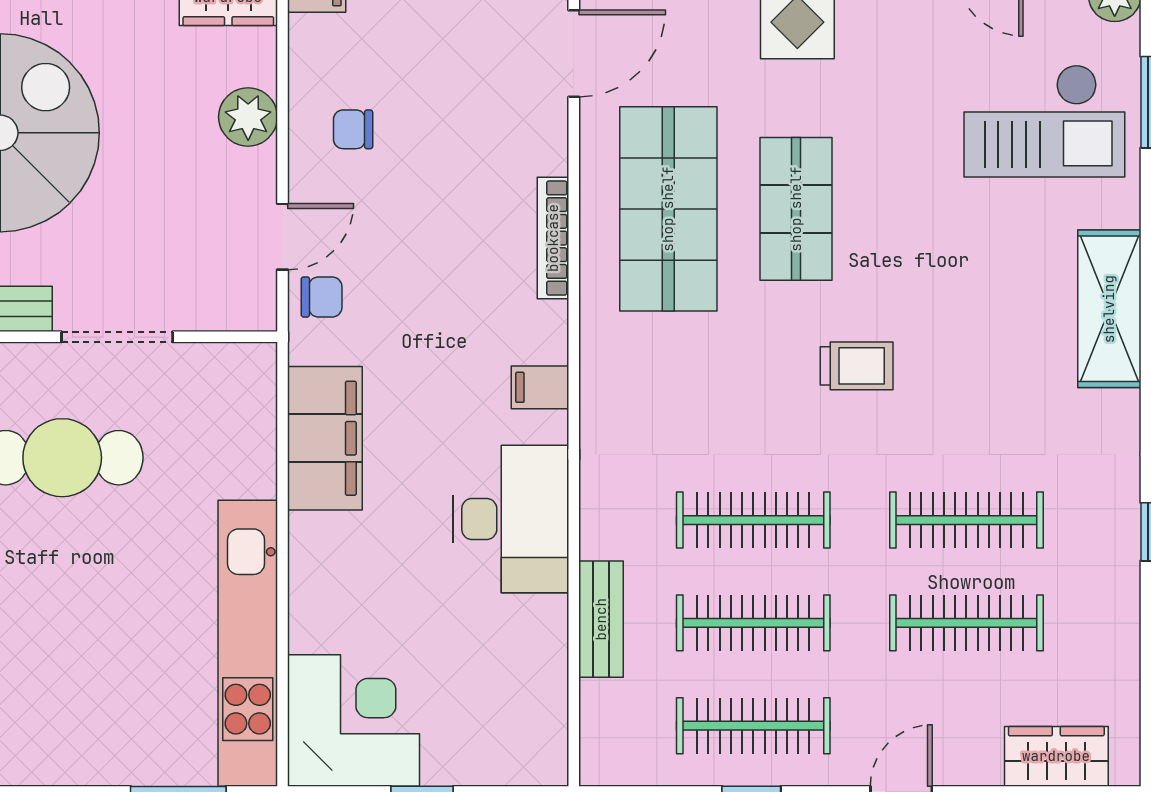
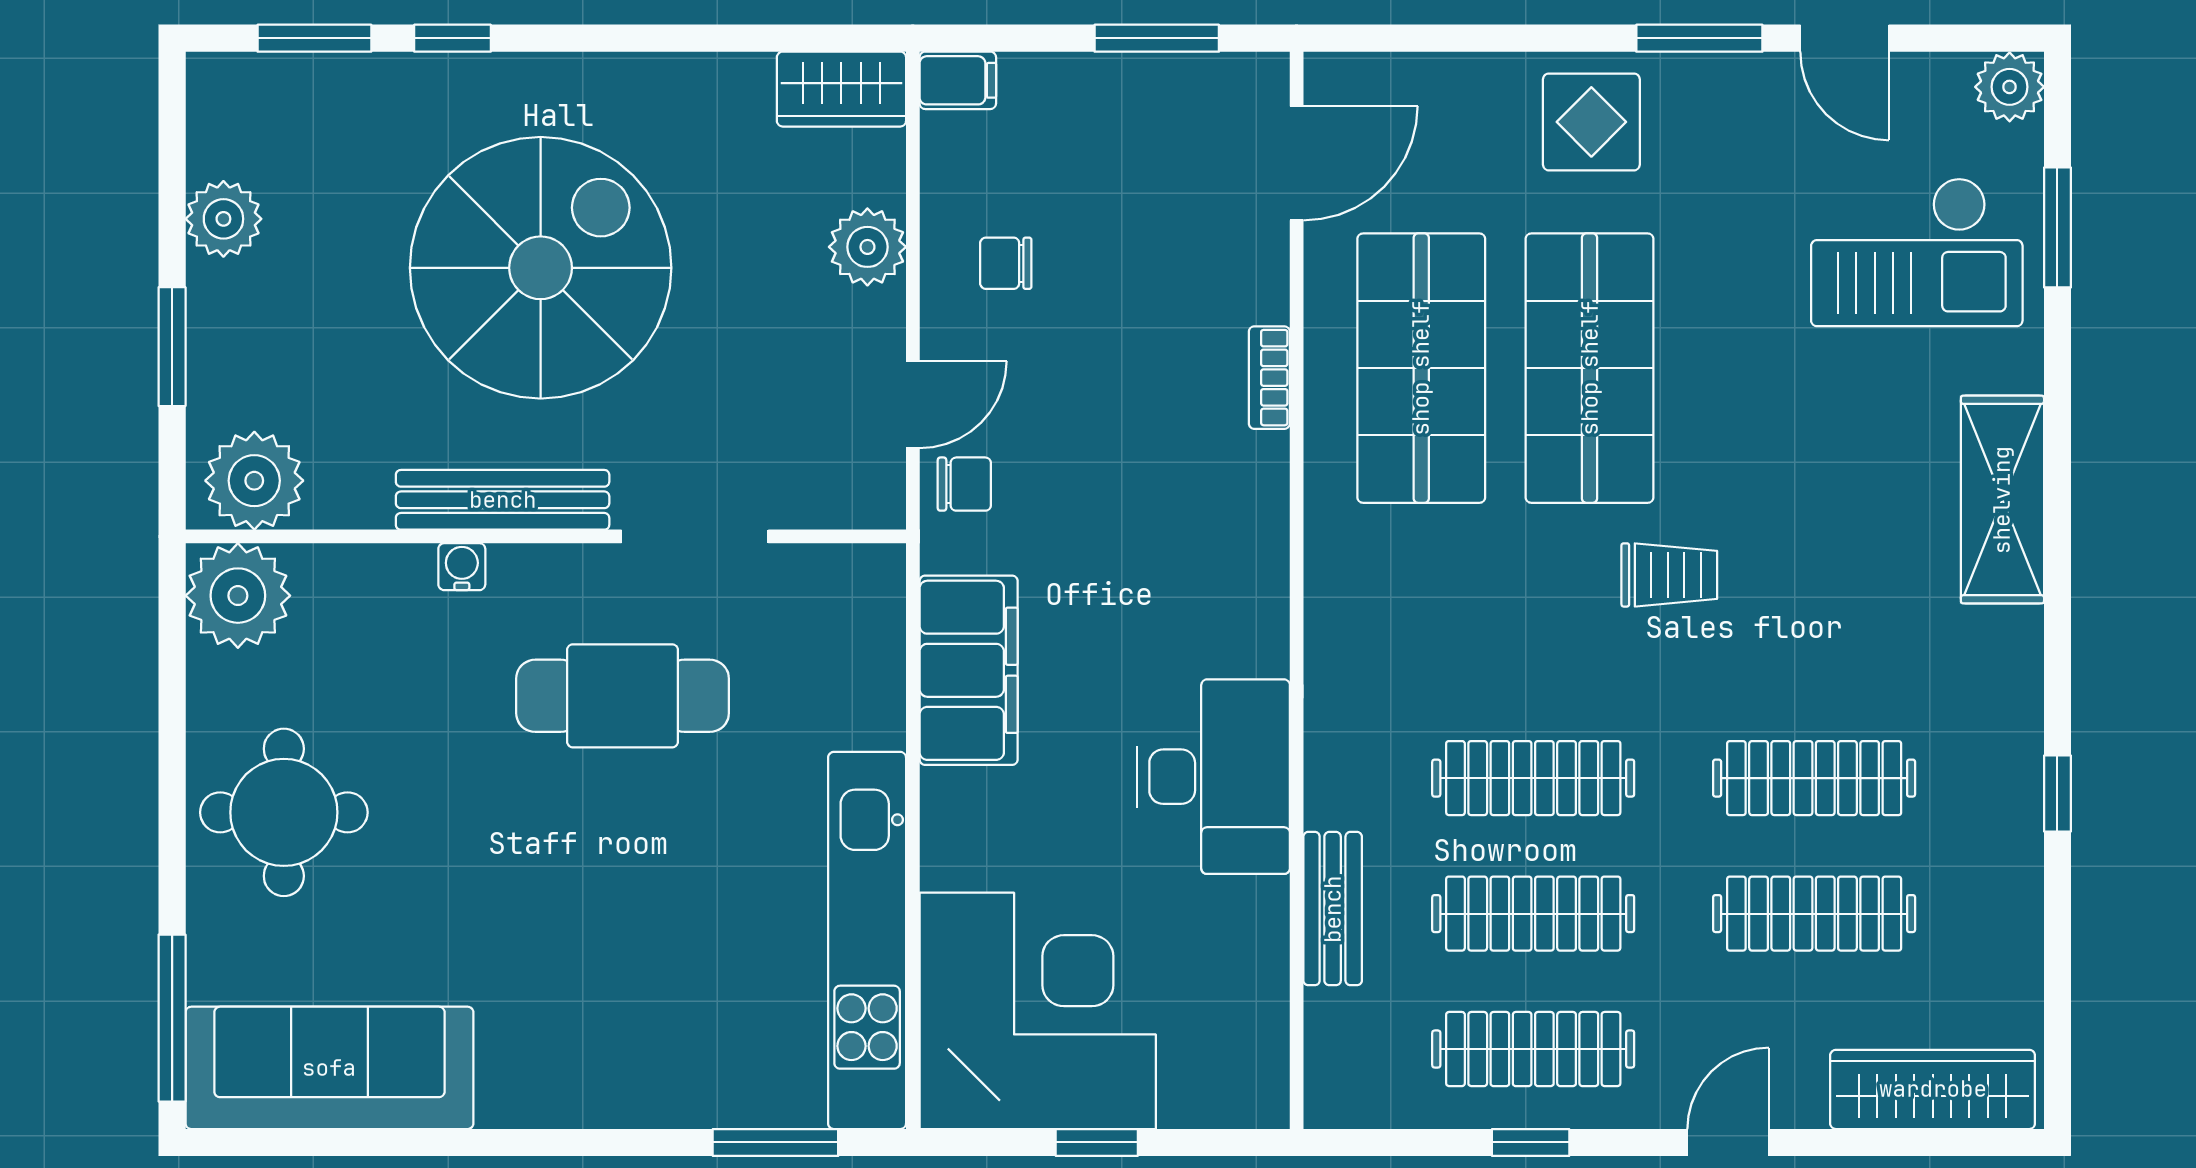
shop shelf: (796, 209) -> (1590, 368), width x1.43, depth x1.36
bookcase: (553, 238) -> (1269, 378), width x0.64
filing cabinet: (540, 387) -> (1252, 603), removed
corner desk: (353, 720) -> (1038, 1011), width x1.36, depth x1.36
wardrobe: (1056, 756) -> (1933, 1089), width x1.50

